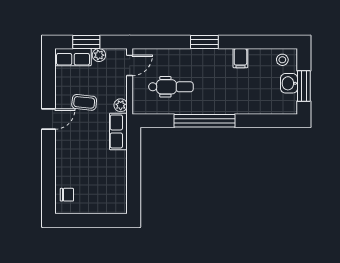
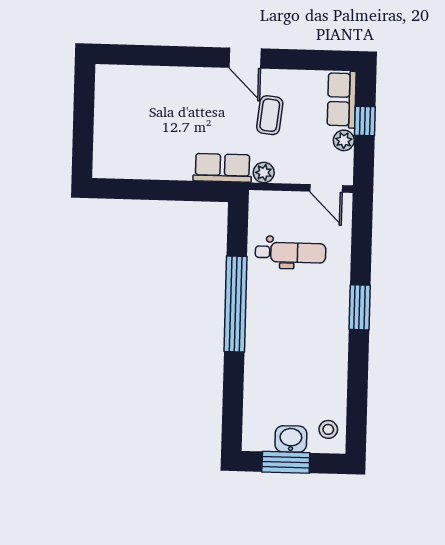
window: (86, 42) -> (365, 121), width x0.67
filing cabinet: (240, 58) -> (333, 363), removed
dental chair: (171, 87) -> (291, 253), turned -90
chair: (67, 195) -> (125, 84), removed

